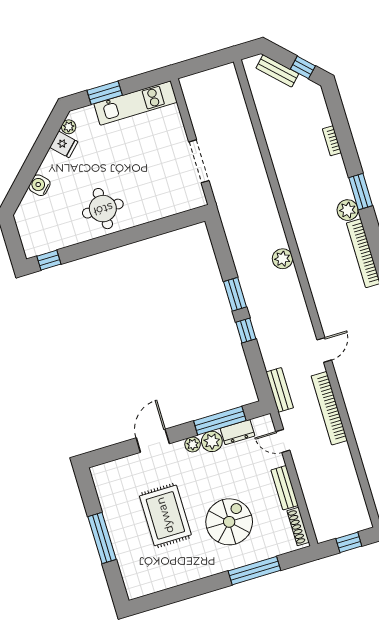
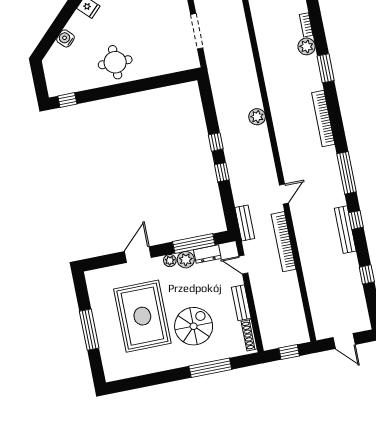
plant: (348, 210) -> (307, 46), moved
window: (235, 294) -> (216, 142), width x0.67
rug: (165, 515) -> (142, 316), width x1.37, depth x1.44

